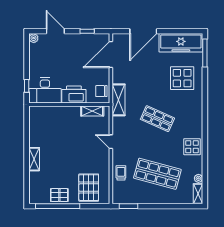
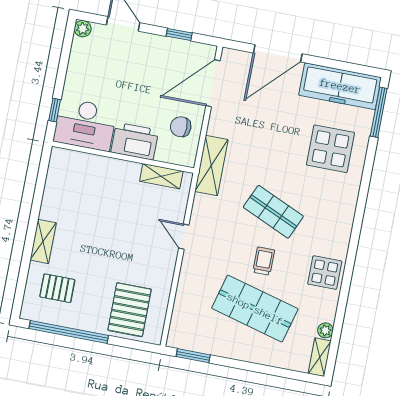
chair: (101, 91) -> (181, 127), moved
trolley: (121, 173) -> (264, 261), moved
pallet: (59, 195) -> (57, 288), moved

